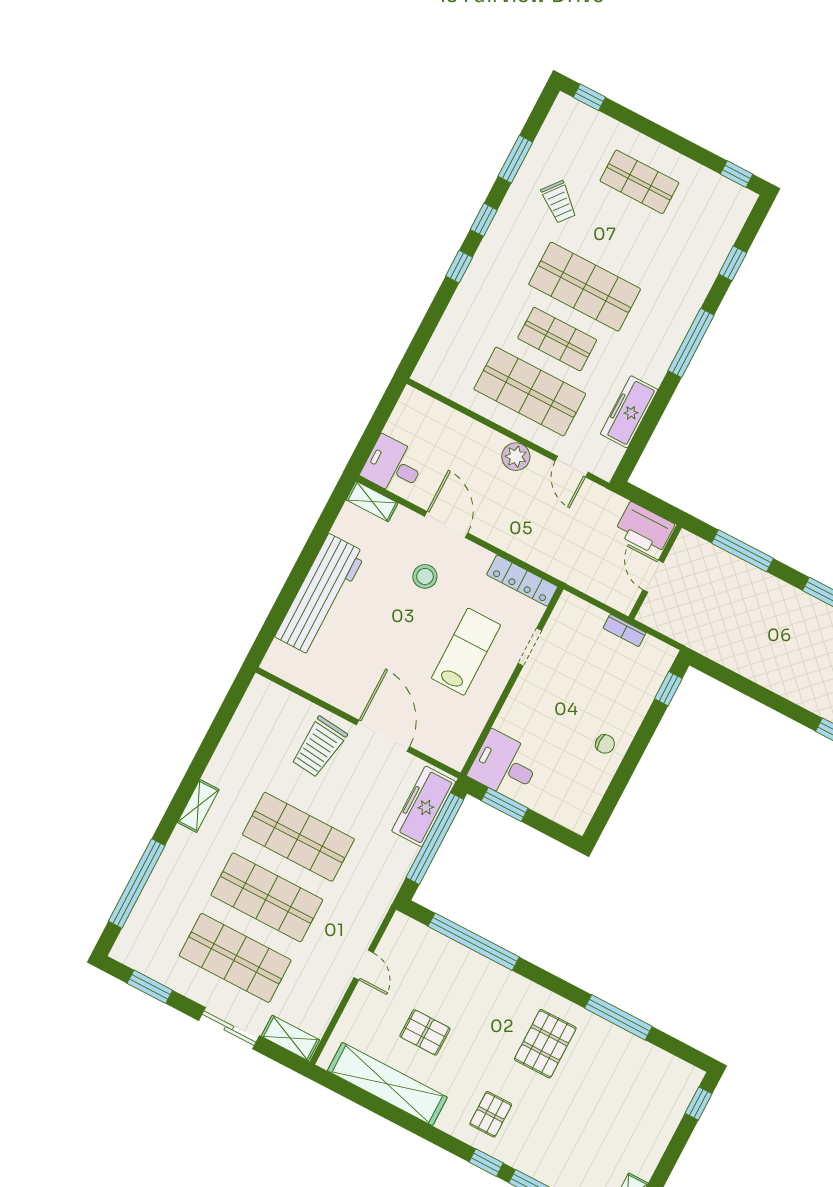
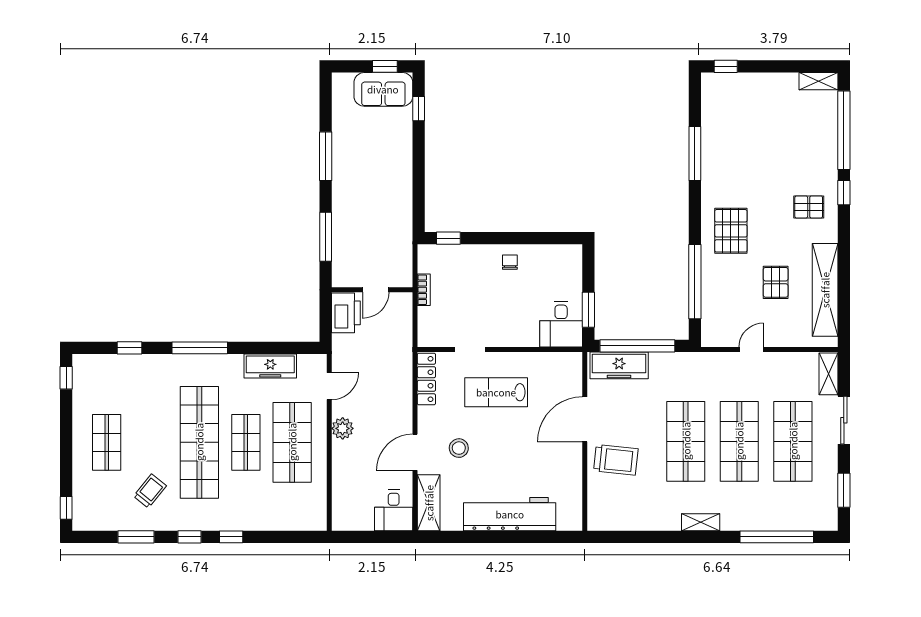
shop shelf: (585, 287) -> (199, 442), width x1.40
shelving: (372, 501) -> (429, 503), width x1.50, depth x1.33
pallet: (545, 1044) -> (731, 231), moved, turned 90

